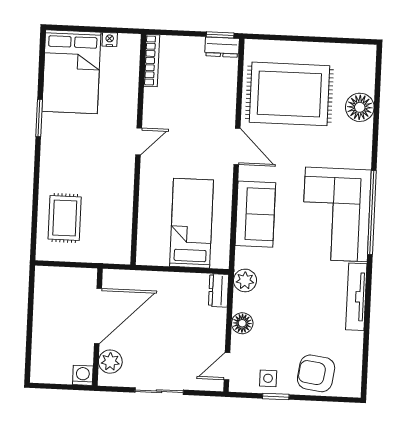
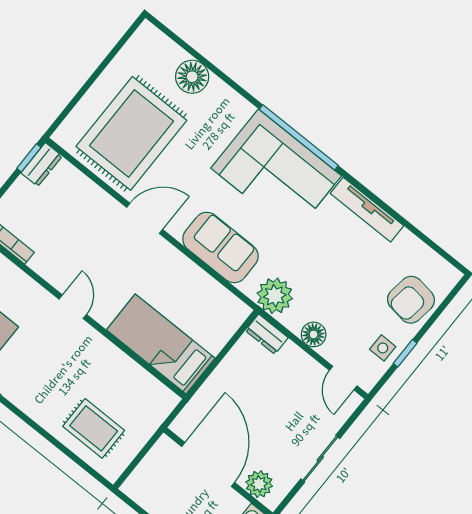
bed: (192, 223) -> (161, 344), moved
plant: (245, 280) -> (275, 296), width x1.36, depth x1.36

